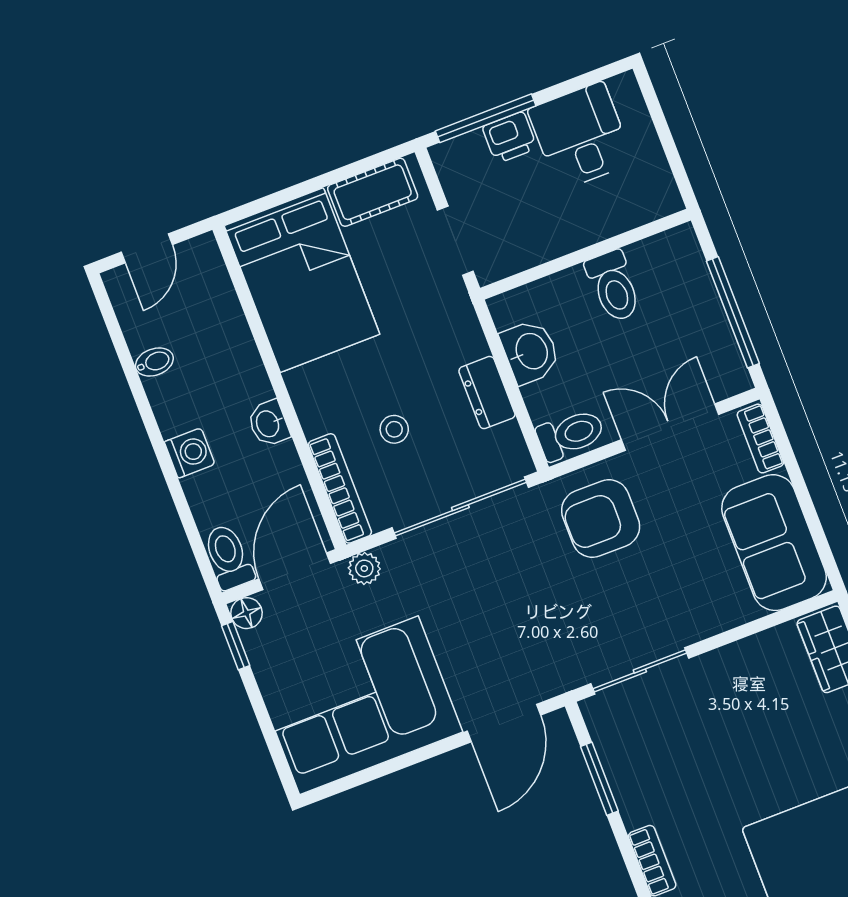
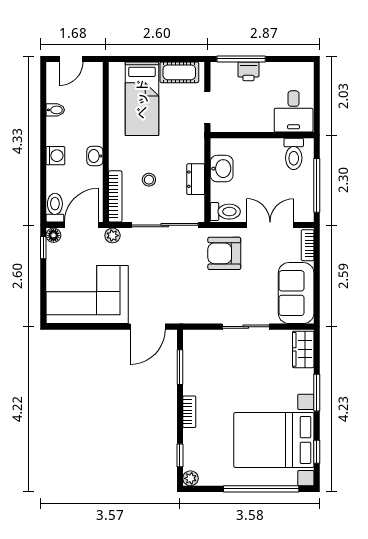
desk: (581, 136) -> (294, 111), moved, turned 180
bed: (302, 280) -> (142, 99), width x0.67
toilet: (613, 286) -> (294, 154), moved
sliding door: (640, 671) -> (246, 327), moved

